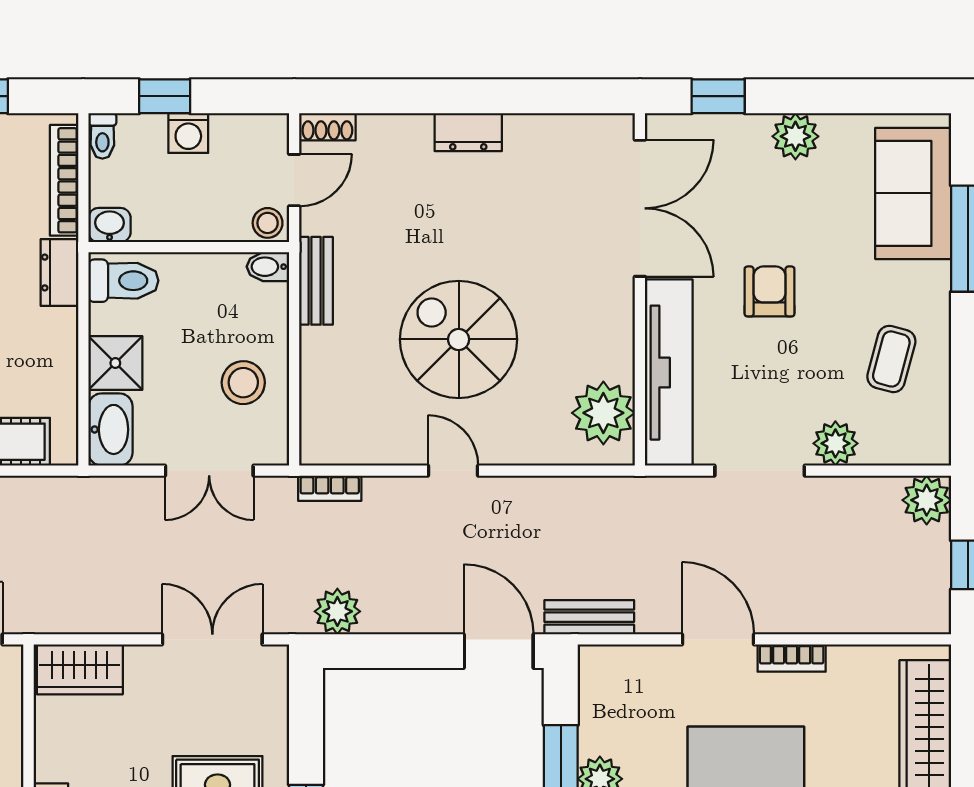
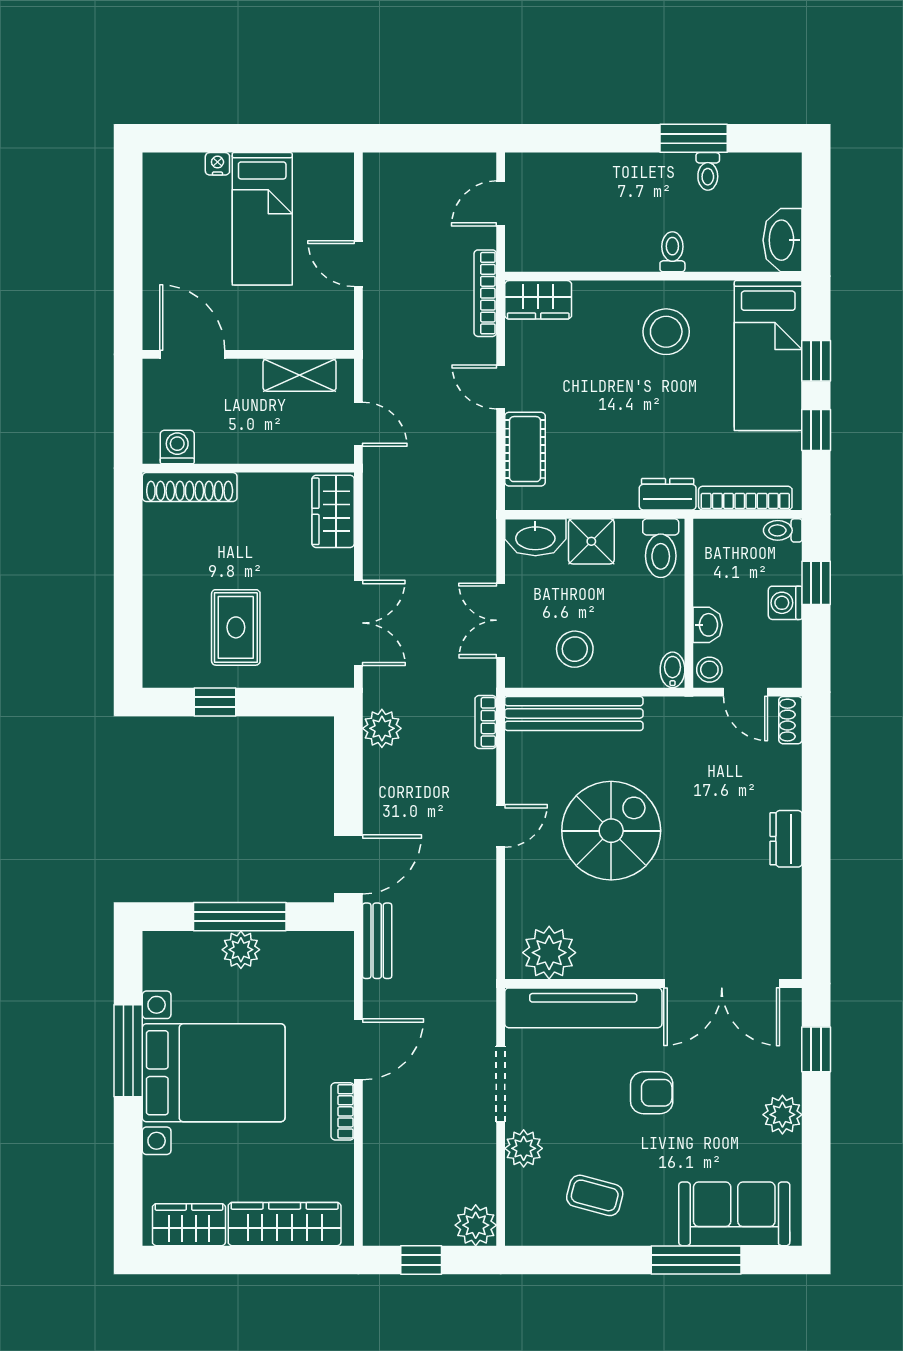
washbasin: (110, 225) -> (708, 625), moved
bench: (316, 281) -> (574, 713), moved, width x1.86, depth x1.21

